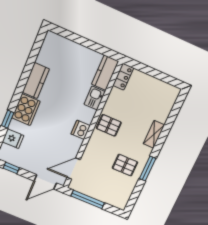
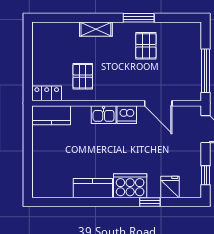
kitchen sink: (95, 98) -> (104, 115), moved
pallet: (109, 125) -> (83, 76), moved
door: (74, 168) -> (158, 103), moved

